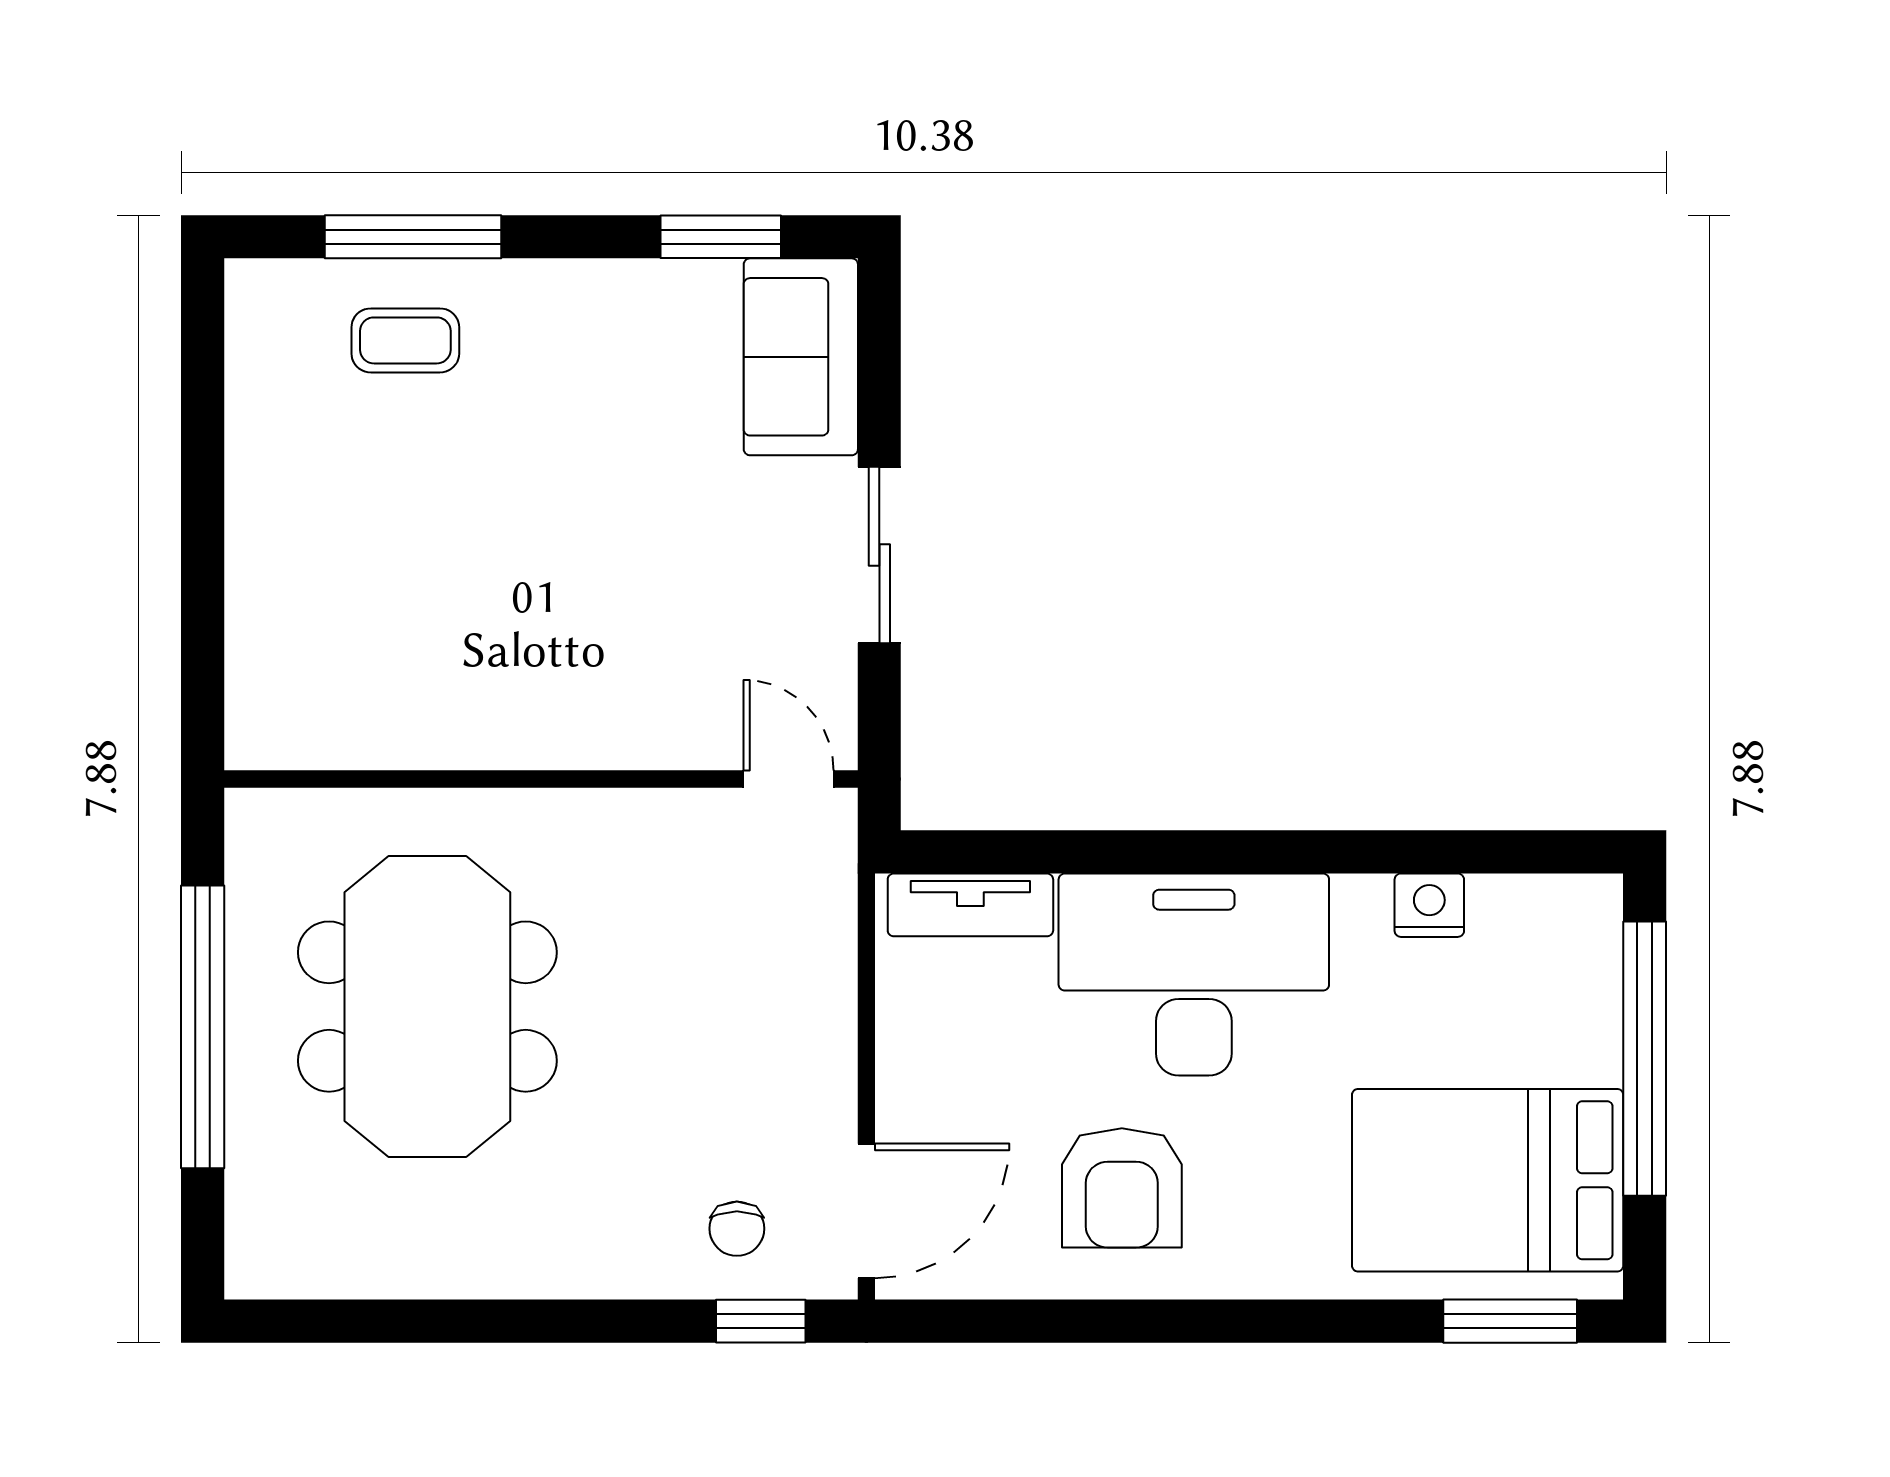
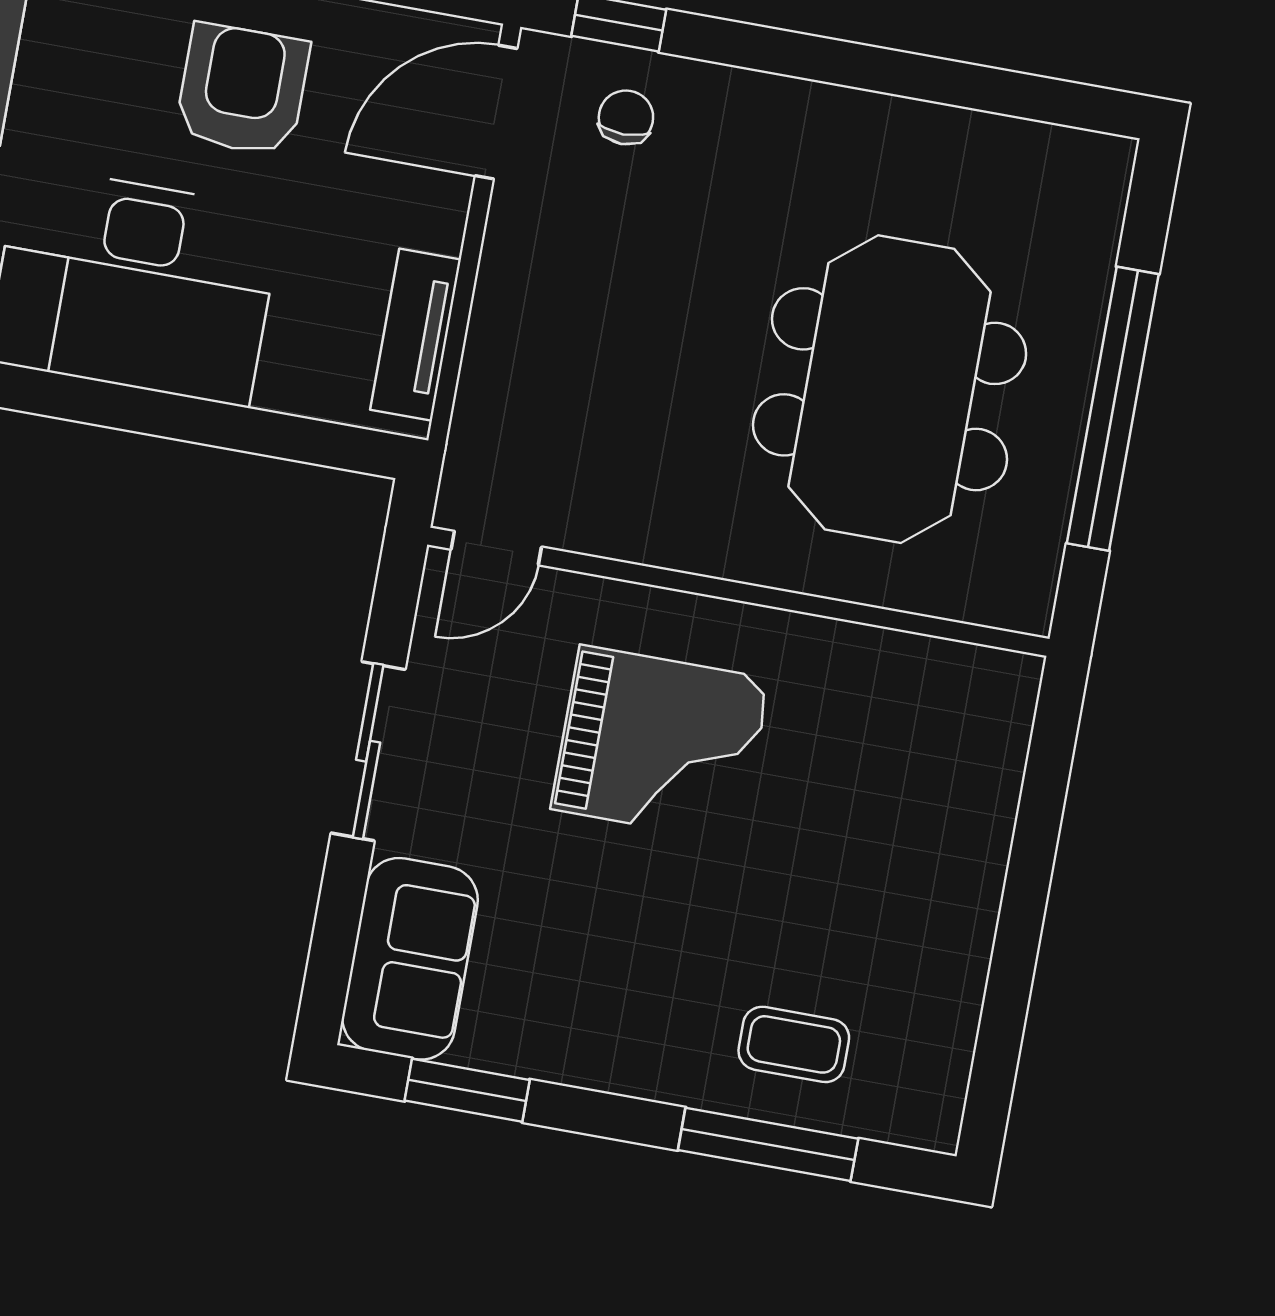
grand piano: (591, 614) -> (660, 744), added
door: (788, 779) -> (496, 548), hinge flipped
tv unit: (970, 905) -> (416, 335), moved, turned -90

